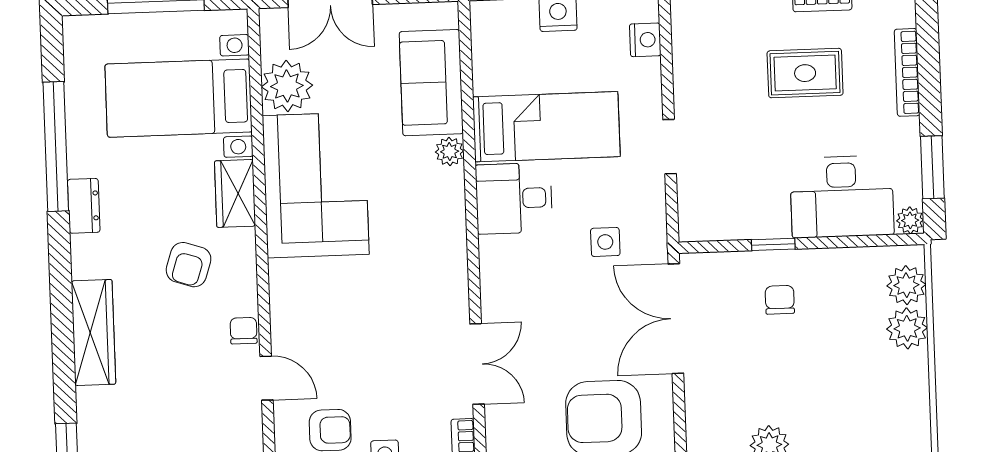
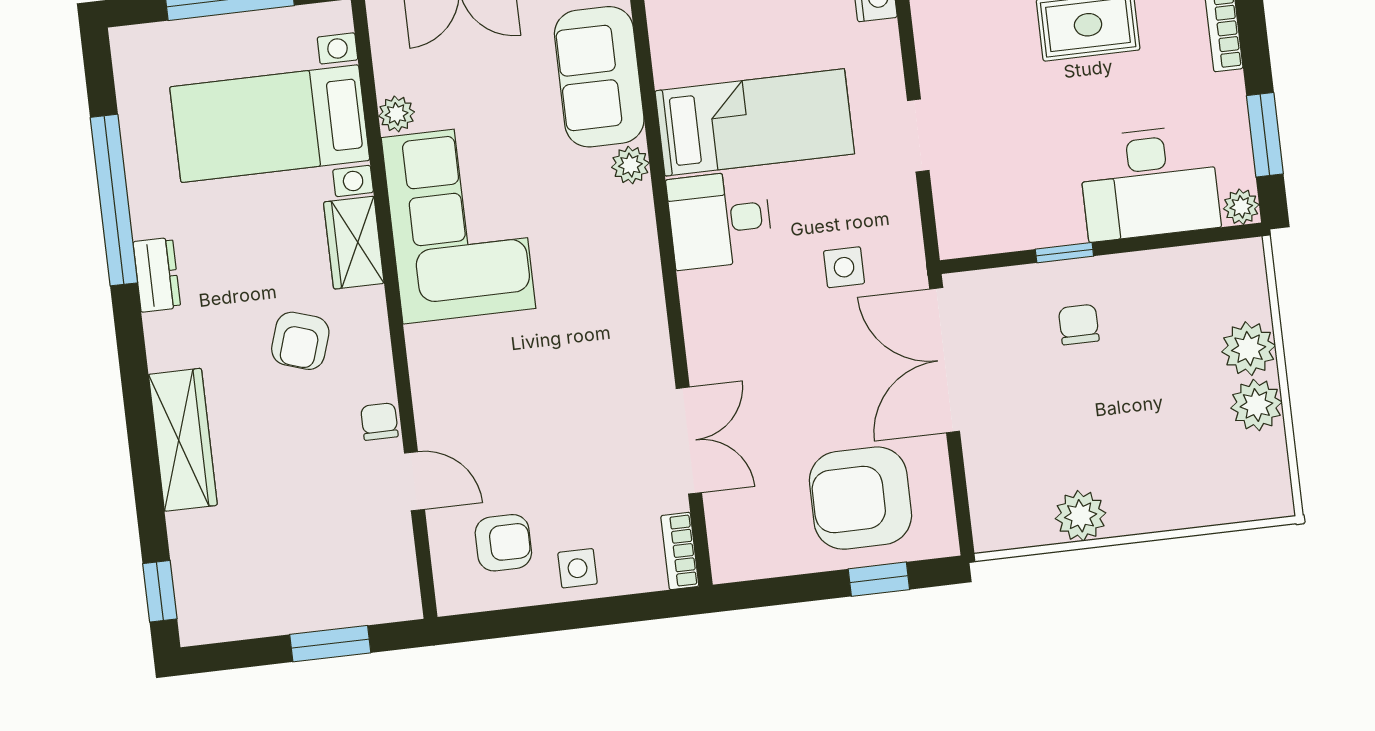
plant: (287, 86) -> (397, 114), width x0.53, depth x0.53
plant: (906, 285) -> (1256, 405), moved

